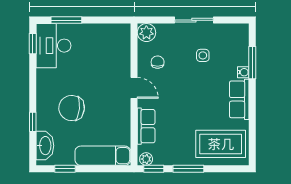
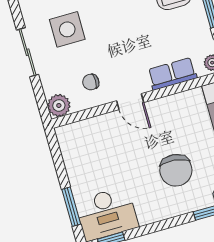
side table: (203, 55) -> (67, 29), width x1.87, depth x1.87
door: (134, 88) -> (130, 102), swing flipped

